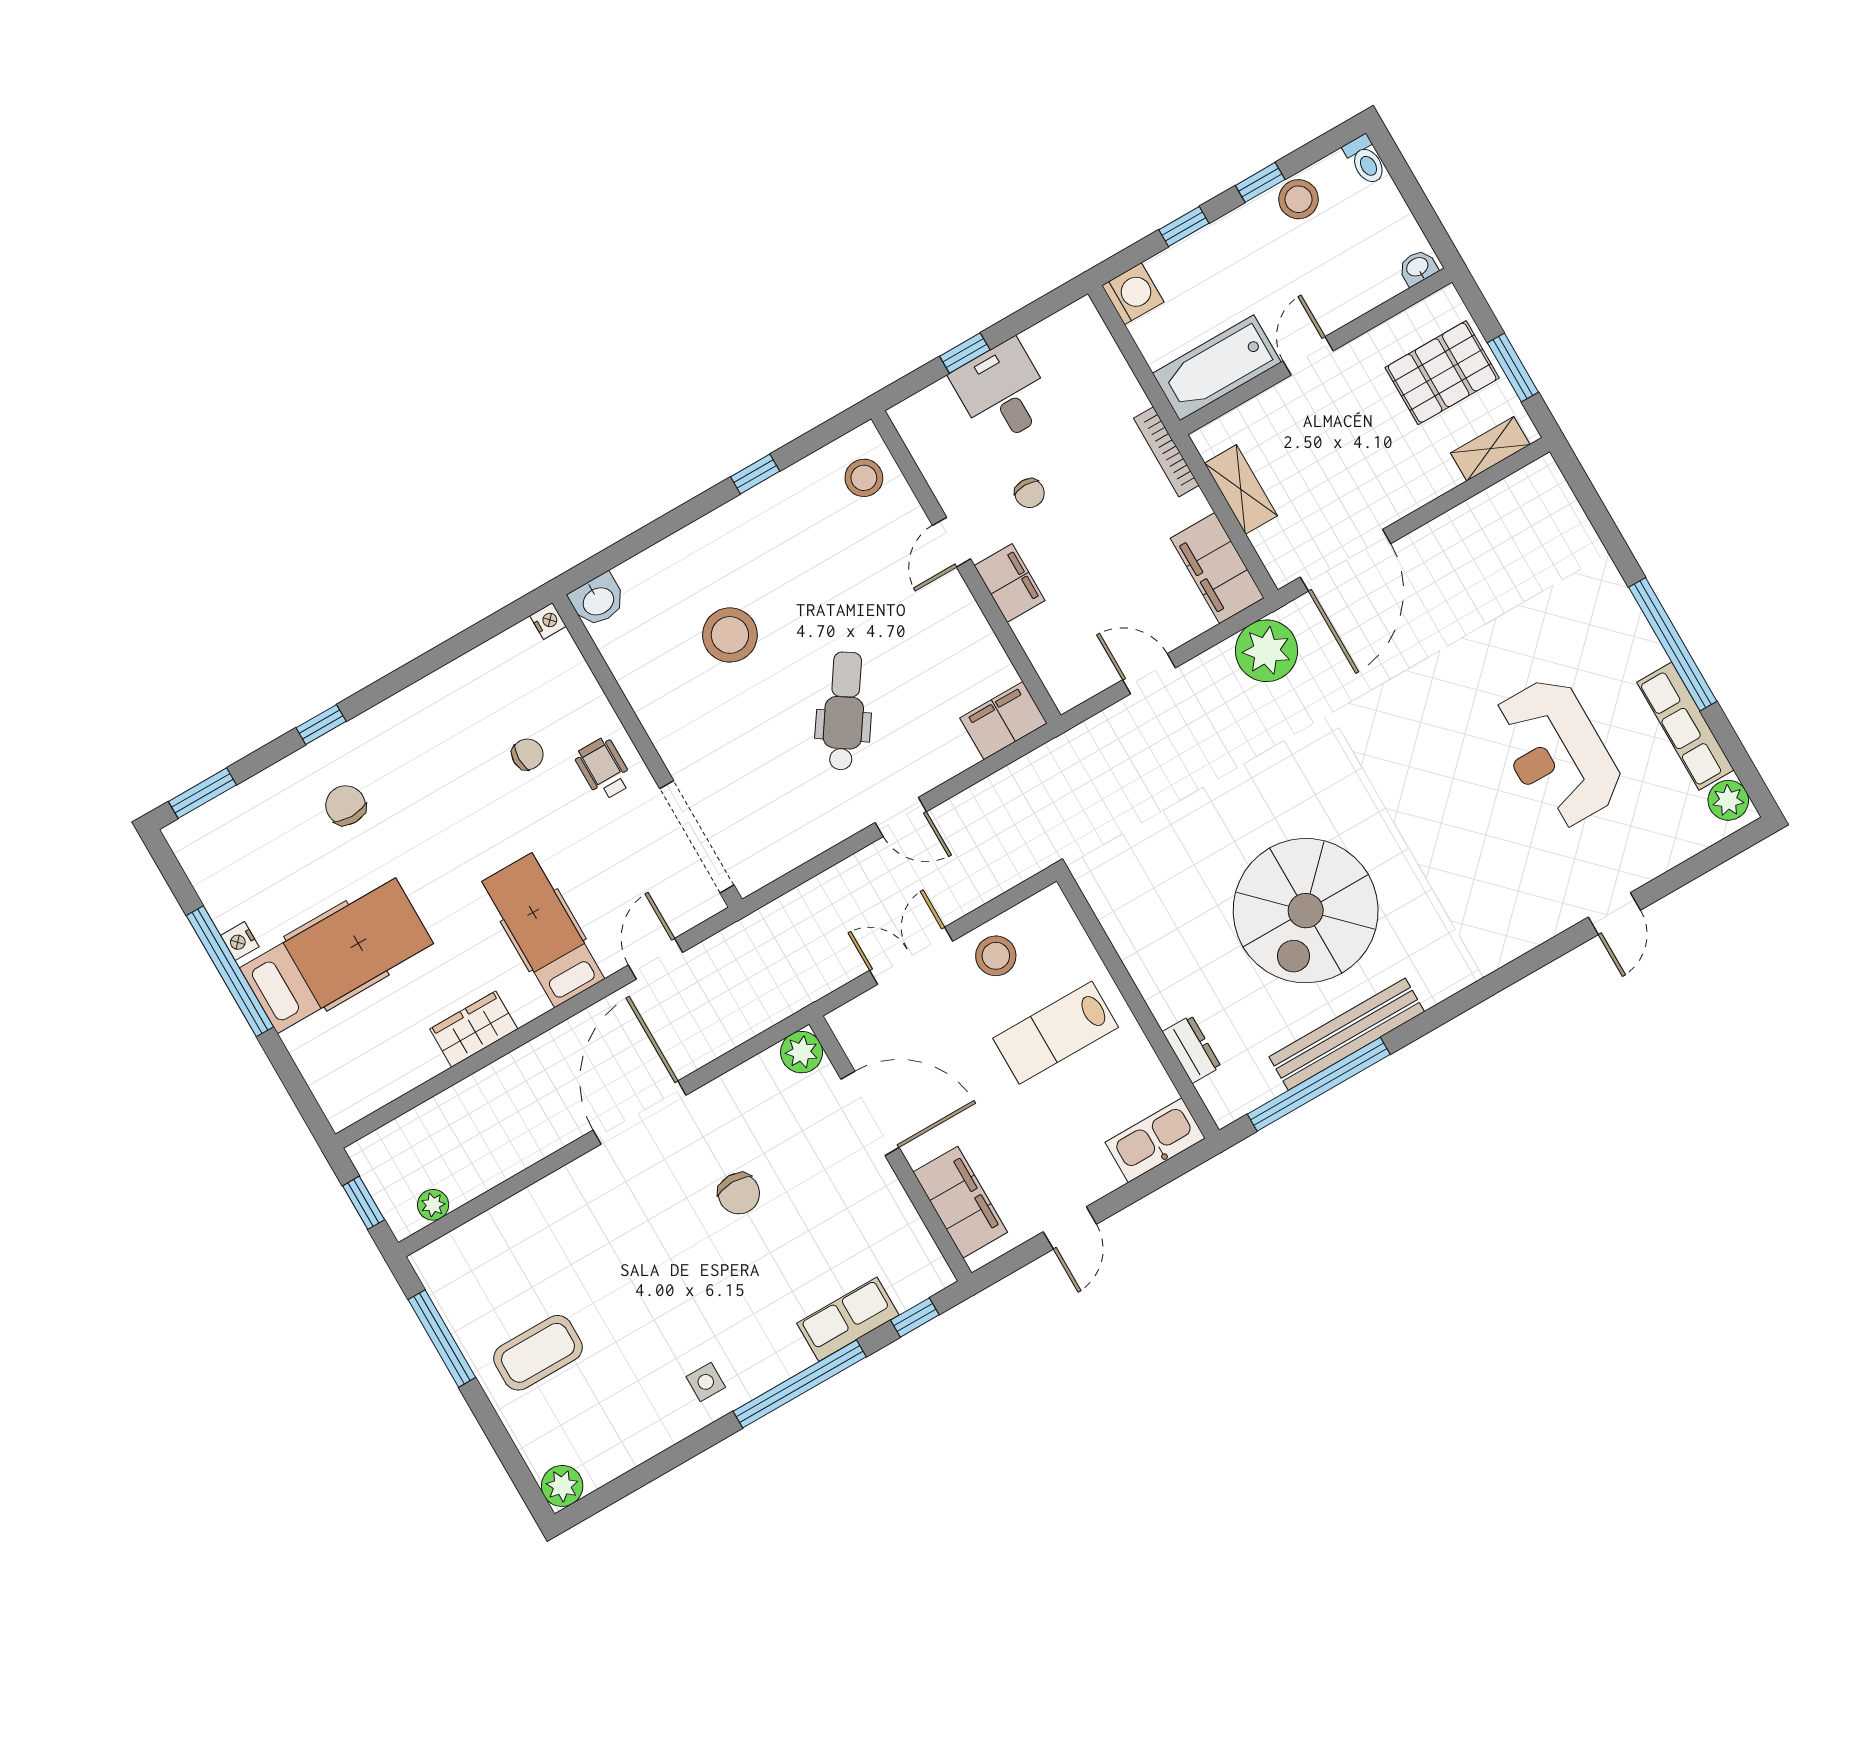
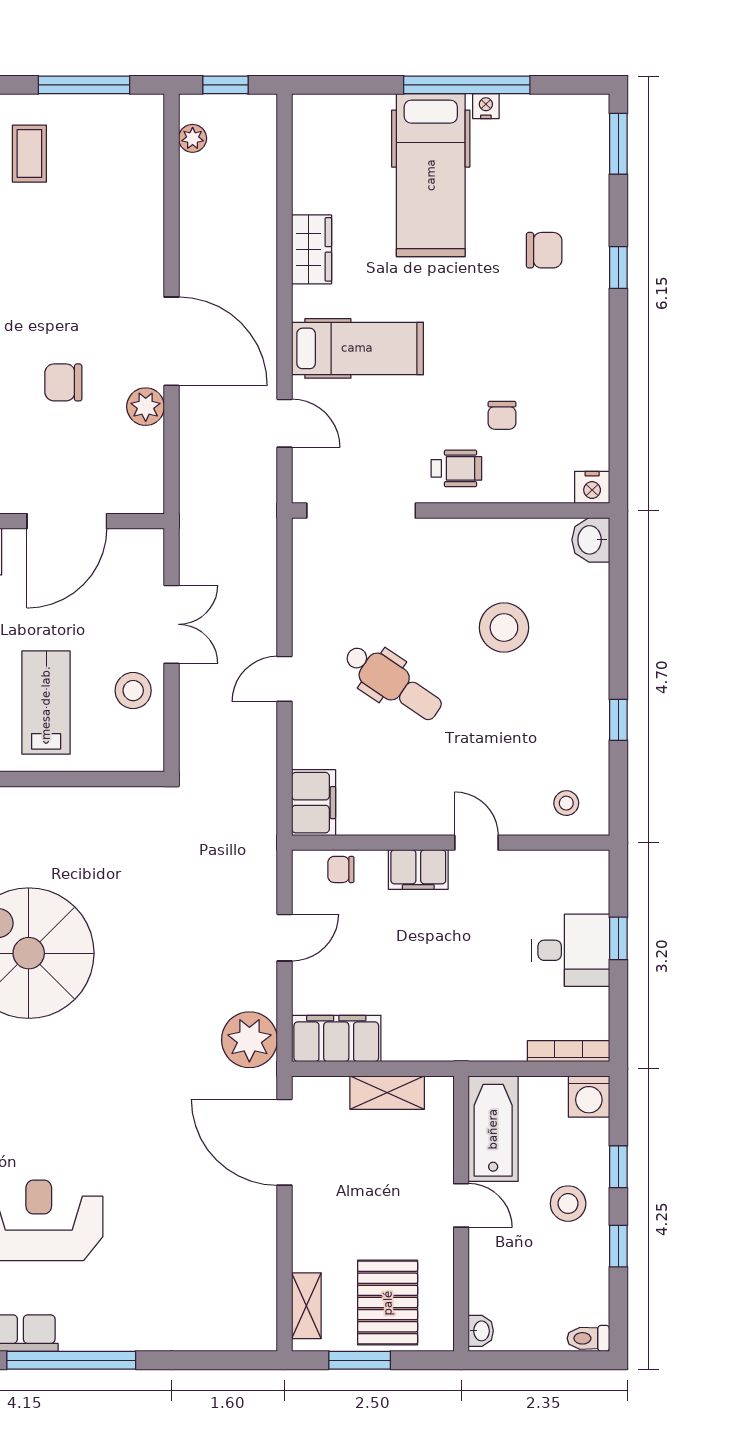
stool: (1298, 199) -> (568, 1204), moved
bookcase: (1166, 452) -> (568, 1051), moved
stool: (864, 478) -> (566, 803), width x0.73, depth x0.73
chair: (1030, 493) -> (341, 869), moved
nightstand: (548, 621) -> (592, 487), width x1.39, depth x1.35
plant: (802, 1052) -> (146, 407), moved
coffee table: (538, 1353) -> (29, 154), width x0.73, depth x0.77

